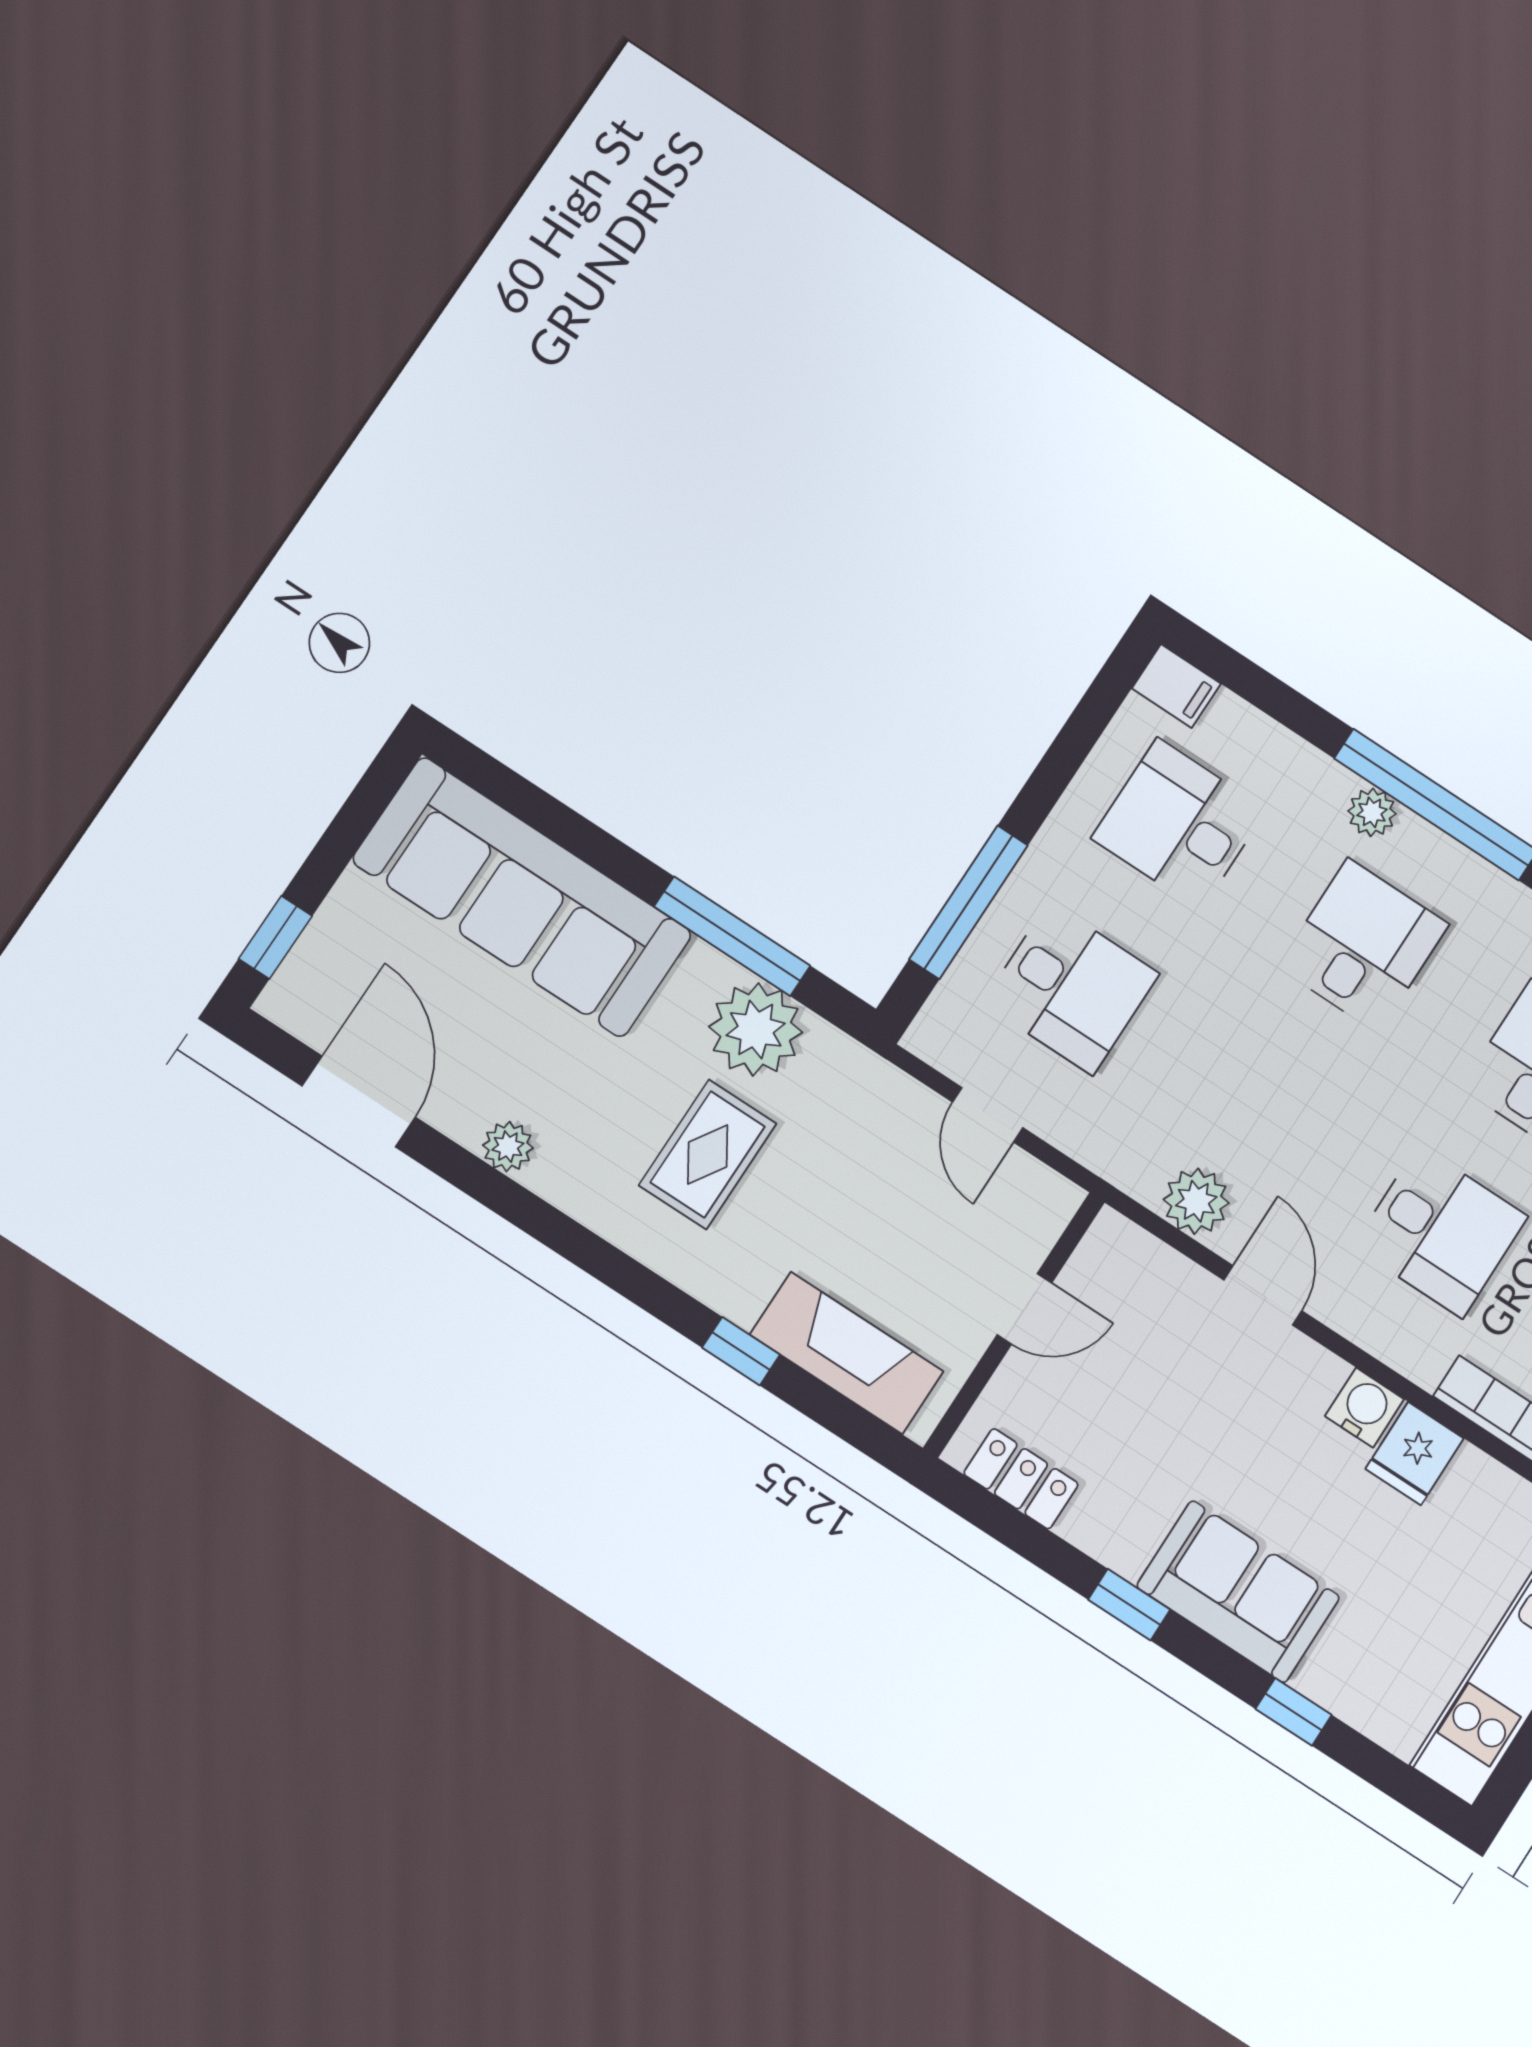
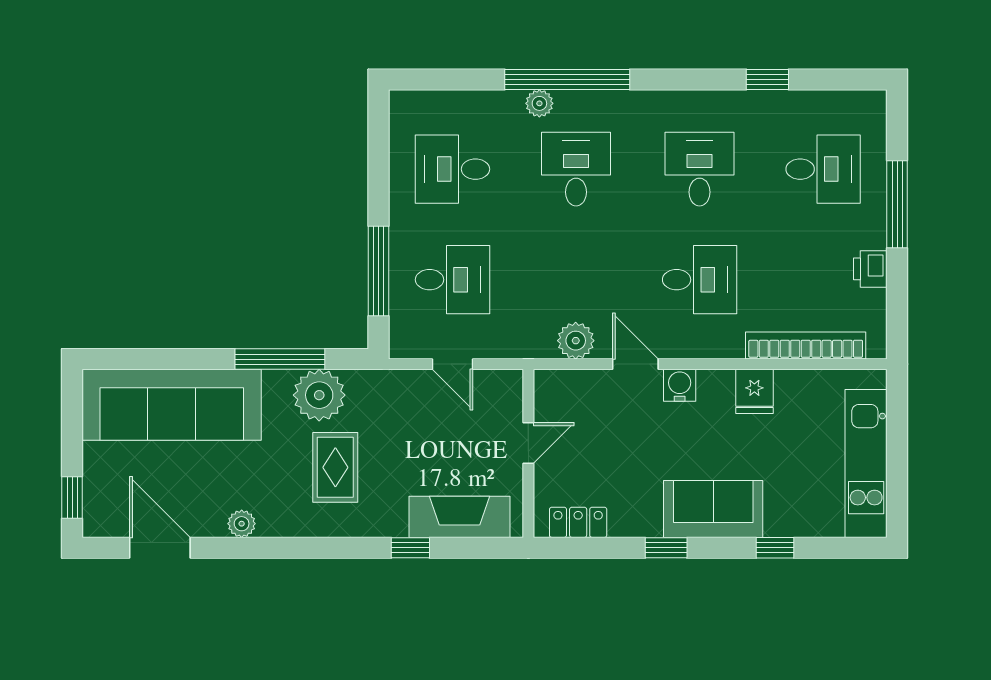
filing cabinet: (1176, 686) -> (409, 105), removed
water cooler: (1365, 1408) -> (680, 385), moved

